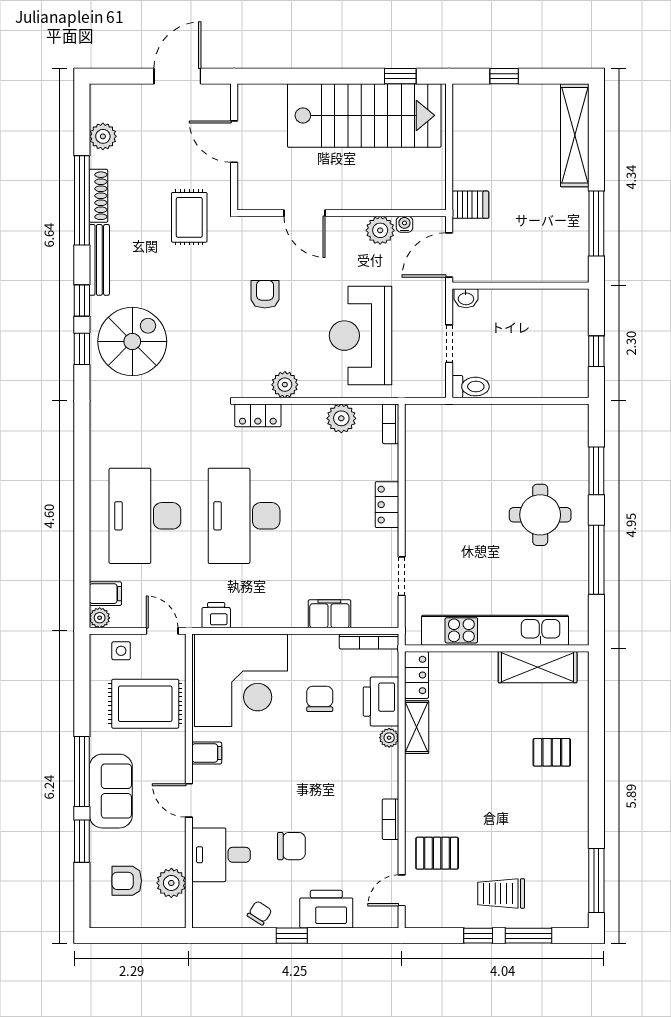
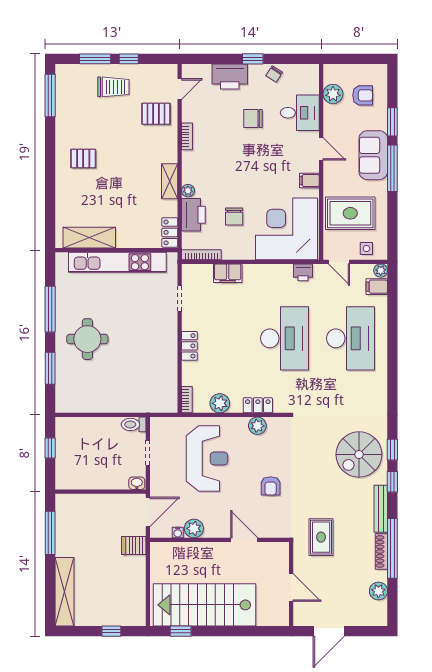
locker: (258, 415) -> (258, 405), moved
shelving: (417, 727) -> (170, 181), moved
pallet: (552, 752) -> (83, 158), moved

